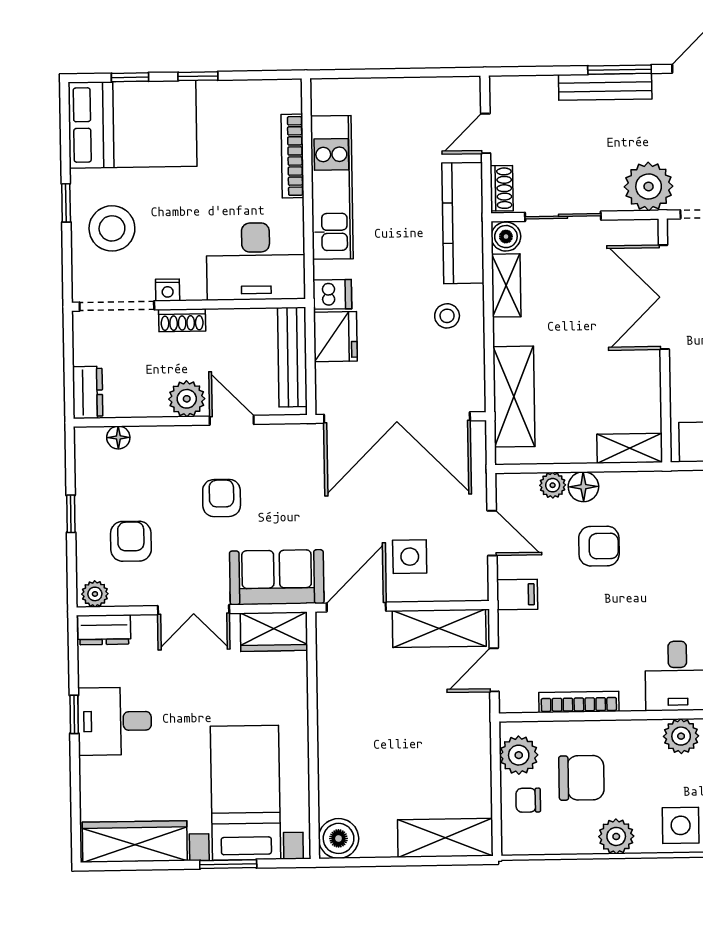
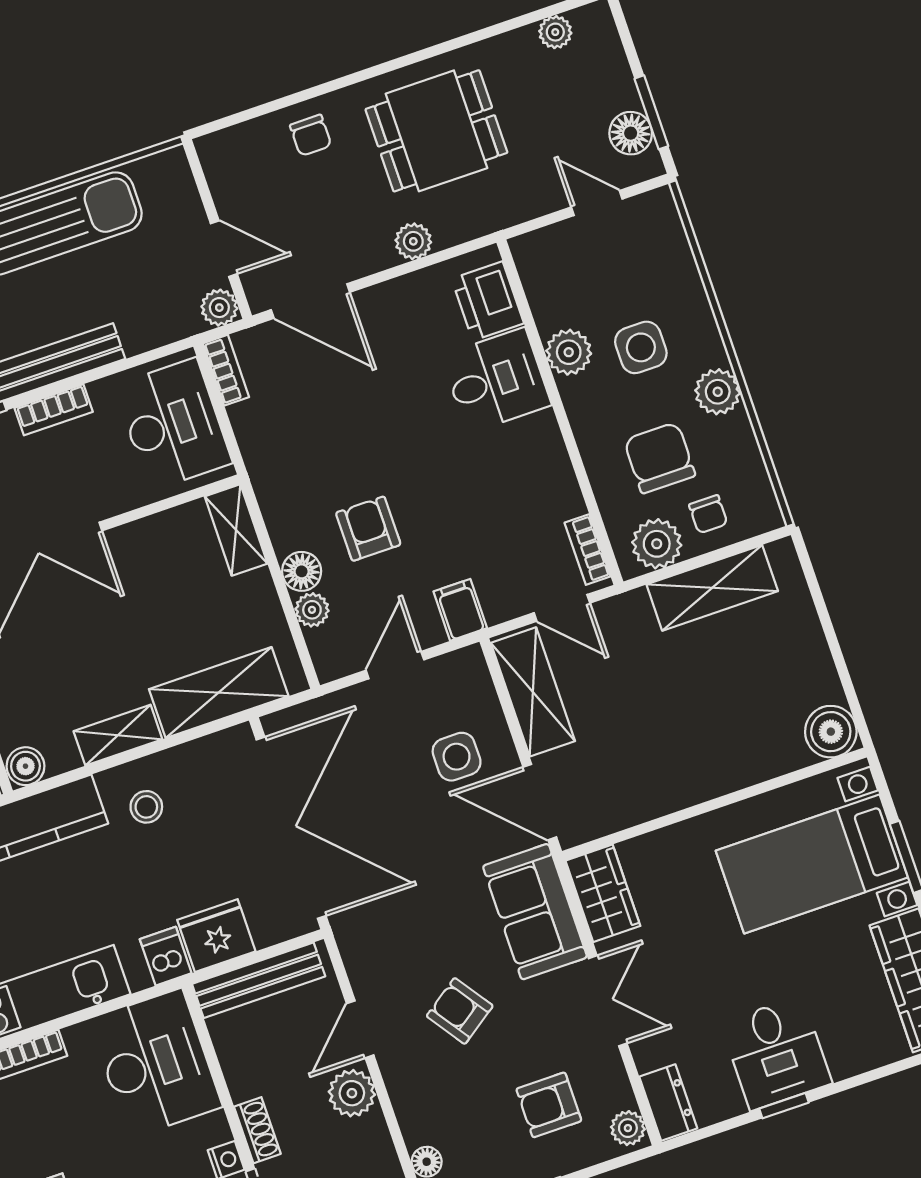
shelving: (506, 285) -> (118, 735), moved
armchair: (222, 498) -> (460, 1011), turned 55
bookcase: (579, 702) -> (588, 550), moved, width x0.64
side table: (681, 825) -> (641, 347), moved
shelving: (445, 838) -> (712, 588), moved, turned 90

